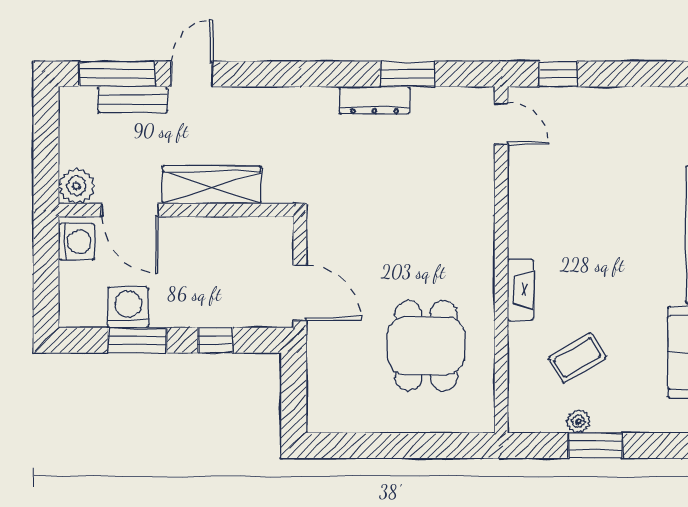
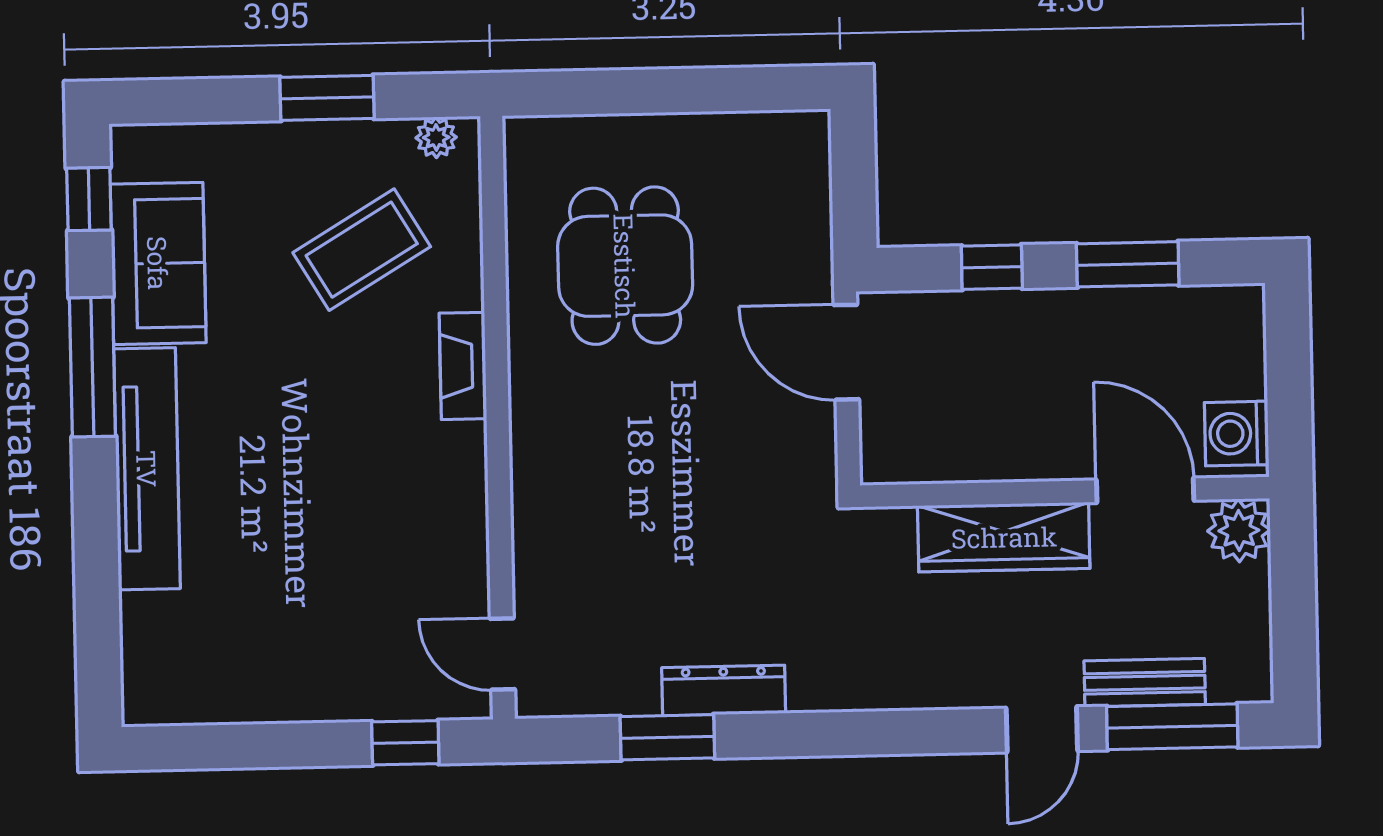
washing machine: (128, 307) -> (1145, 321), removed
coffee table: (577, 358) -> (362, 250), width x1.36, depth x1.30
plant: (578, 421) -> (436, 137), moved

